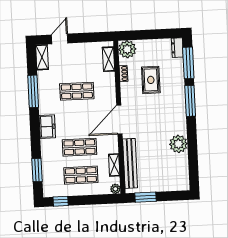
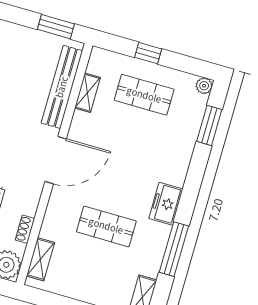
freezer: (47, 127) -> (166, 204), moved
shop shelf: (80, 147) -> (132, 139), removed
plant: (115, 189) -> (204, 86), moved
window: (61, 201) -> (148, 53), moved

